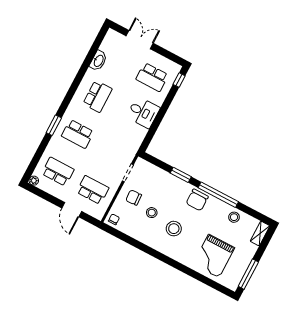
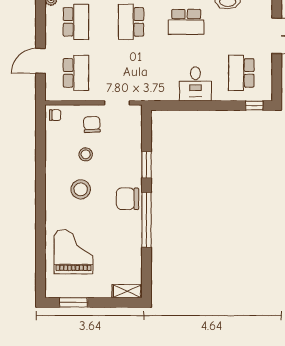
stool: (234, 217) -> (130, 252), removed
grand piano: (214, 256) -> (73, 252), turned 90
window: (248, 274) -> (73, 302), width x0.69

